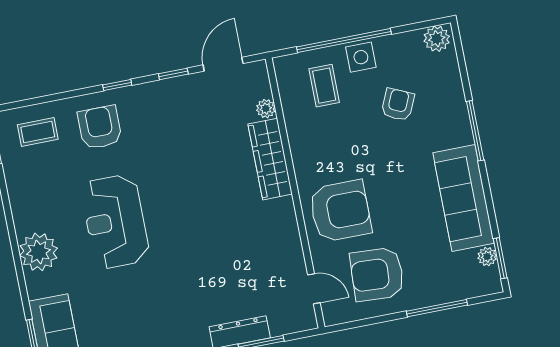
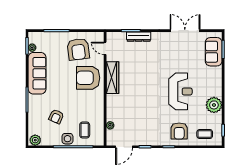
wardrobe: (270, 159) -> (112, 78), moved
plant: (39, 252) -> (214, 105), moved
armchair: (377, 274) -> (78, 49), turned 80

